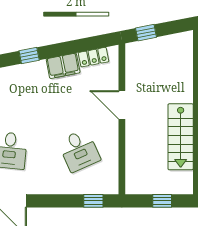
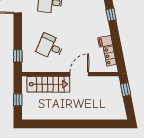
filing cabinet: (63, 66) -> (105, 41), width x0.50
stairs: (181, 137) -> (48, 84), moved, turned 180
desk: (79, 150) -> (50, 47), turned 48

